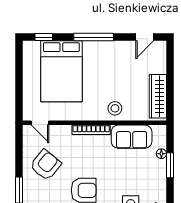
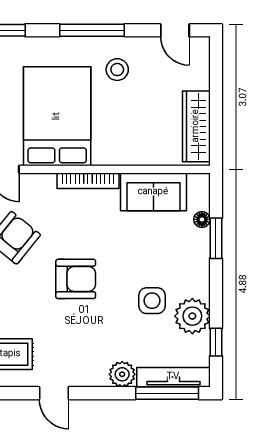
door: (145, 37) -> (175, 30), hinge flipped
bed: (61, 71) -> (57, 116), moved, turned 180
stool: (115, 108) -> (117, 70), moved

